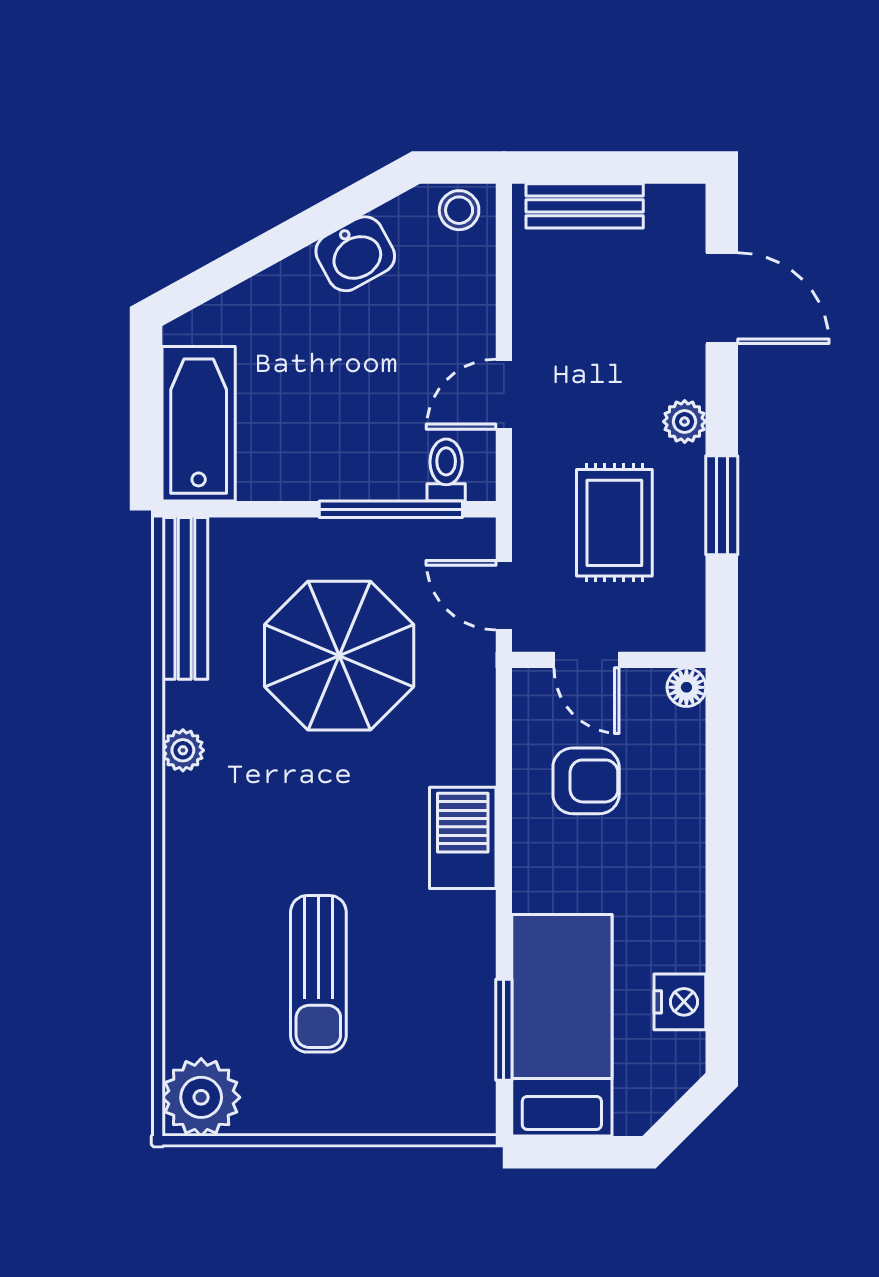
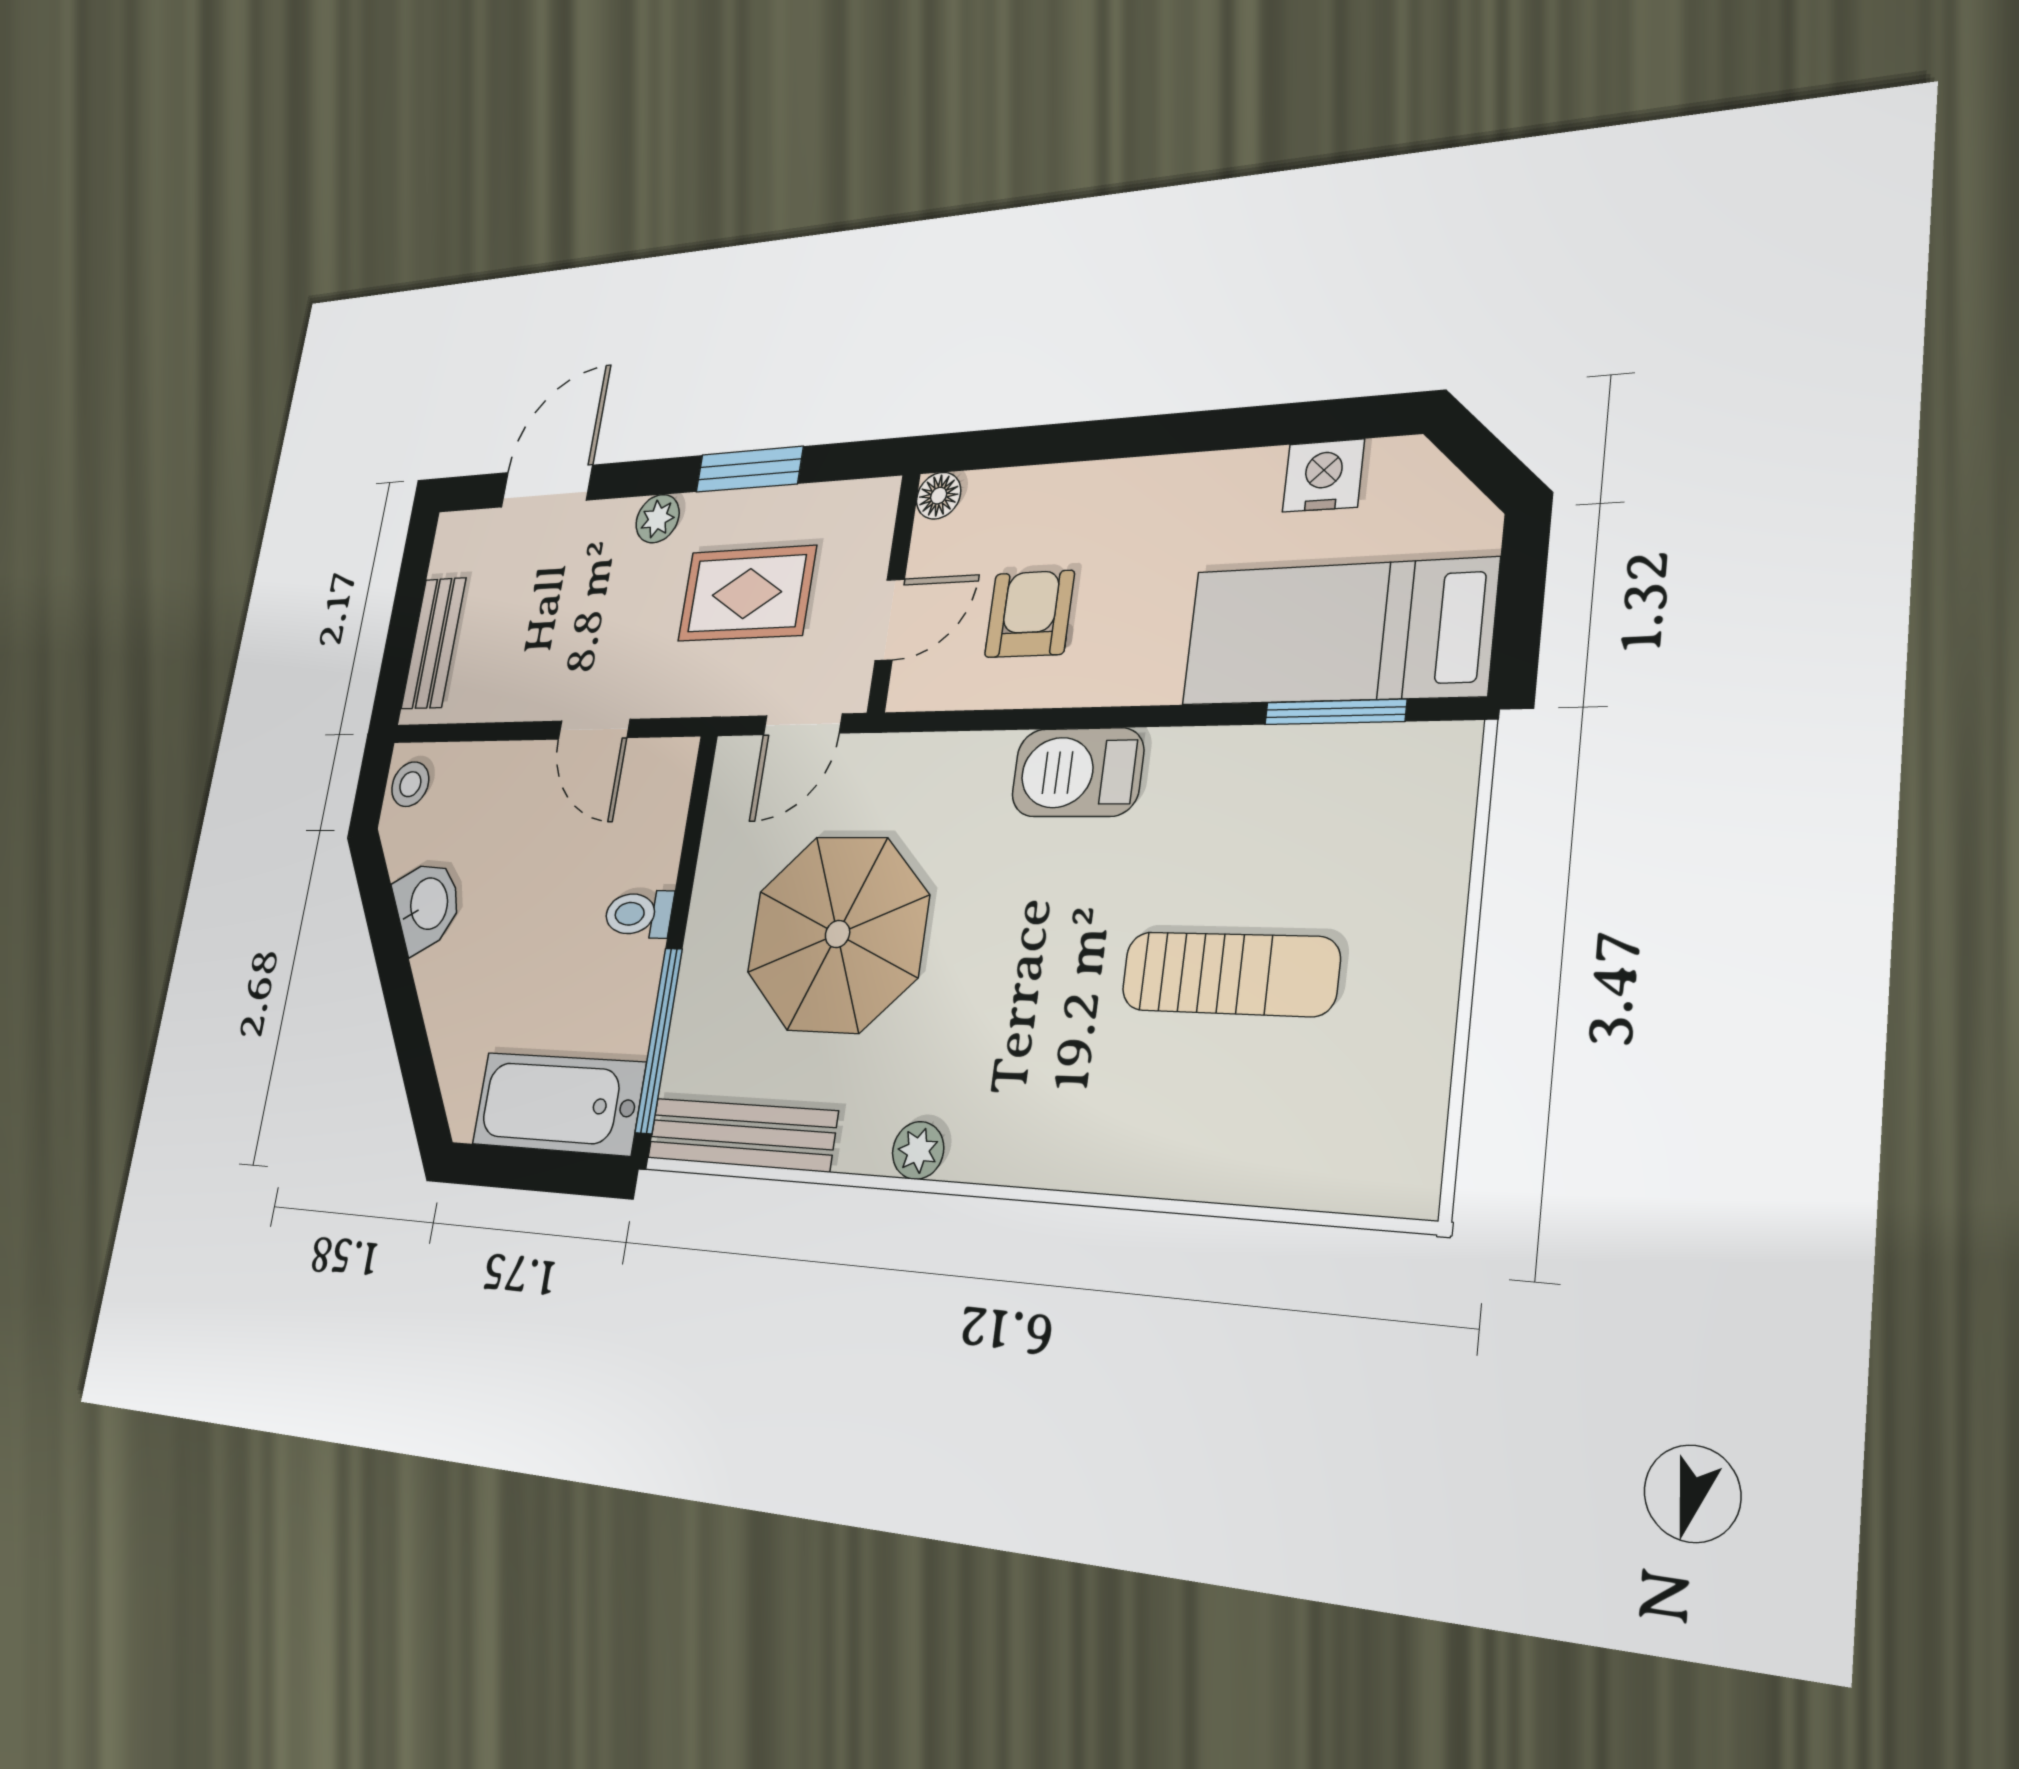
toilet: (446, 470) -> (639, 914), moved
window: (391, 509) -> (659, 1040), moved
plant: (201, 1097) -> (1386, 1157), removed

